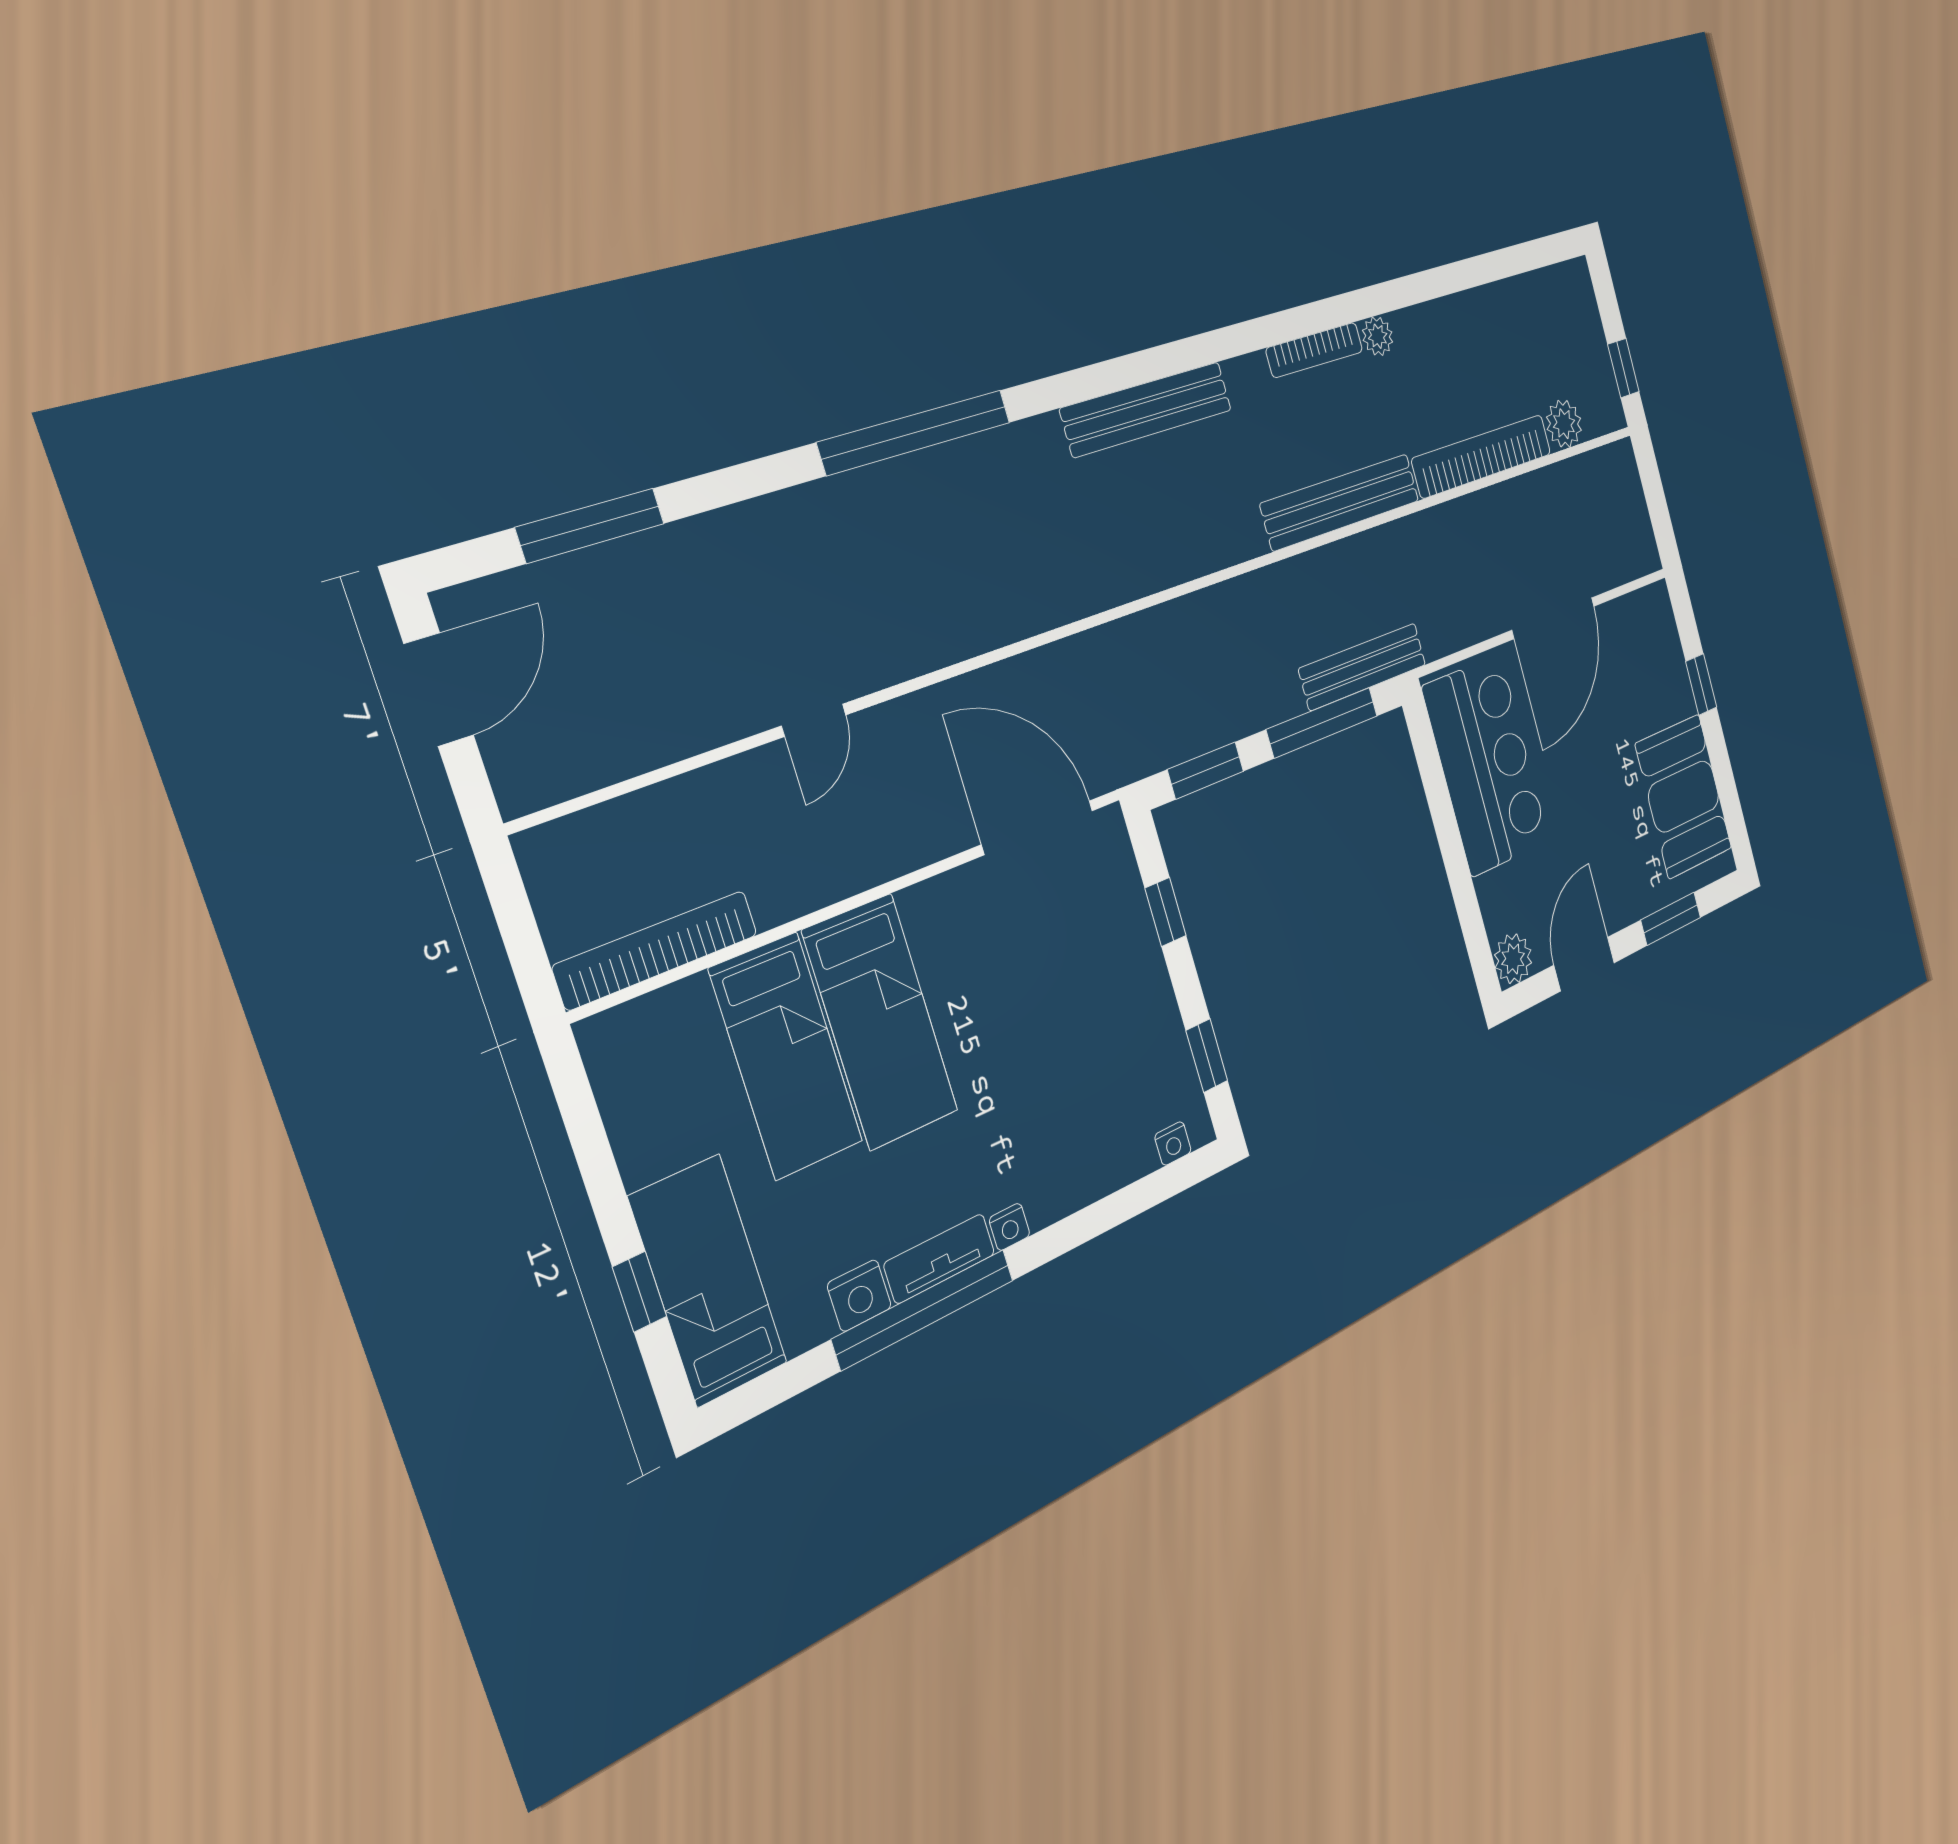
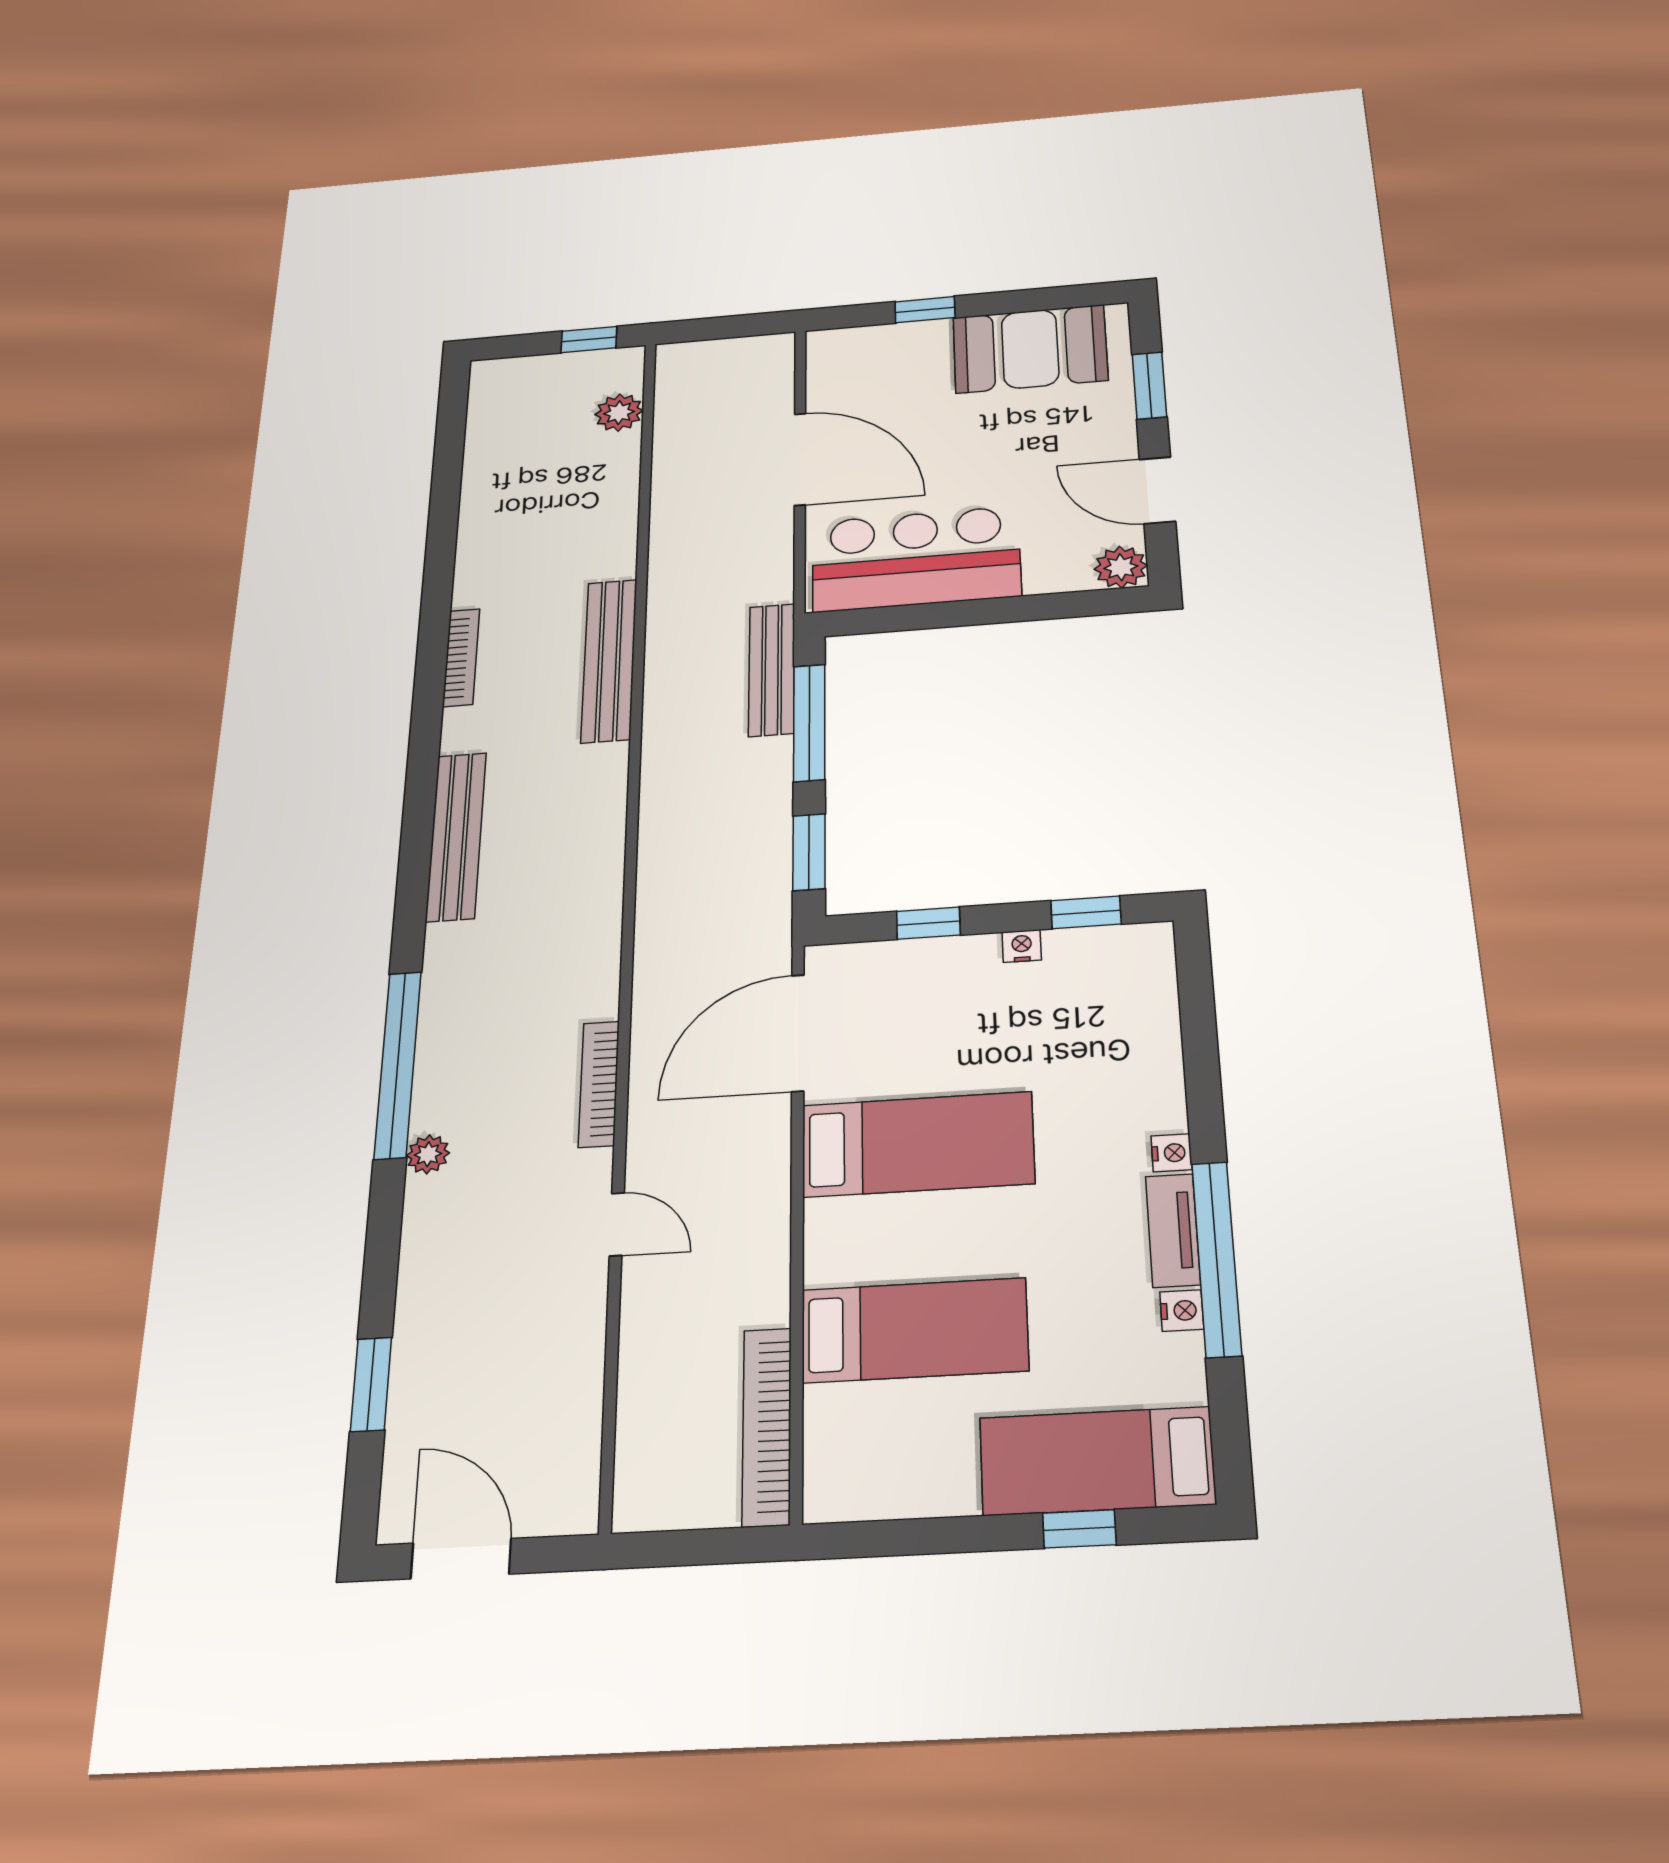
plant: (1378, 336) -> (428, 1154), moved
bookcase: (1482, 456) -> (599, 1084), moved, width x0.68, depth x0.76
window: (591, 526) -> (371, 1384), width x0.69
bed: (881, 1022) -> (918, 1144), moved
nightstand: (1173, 1144) -> (1022, 946), moved, turned -90
nightstand: (859, 1296) -> (1182, 1311), width x0.72, depth x0.74

